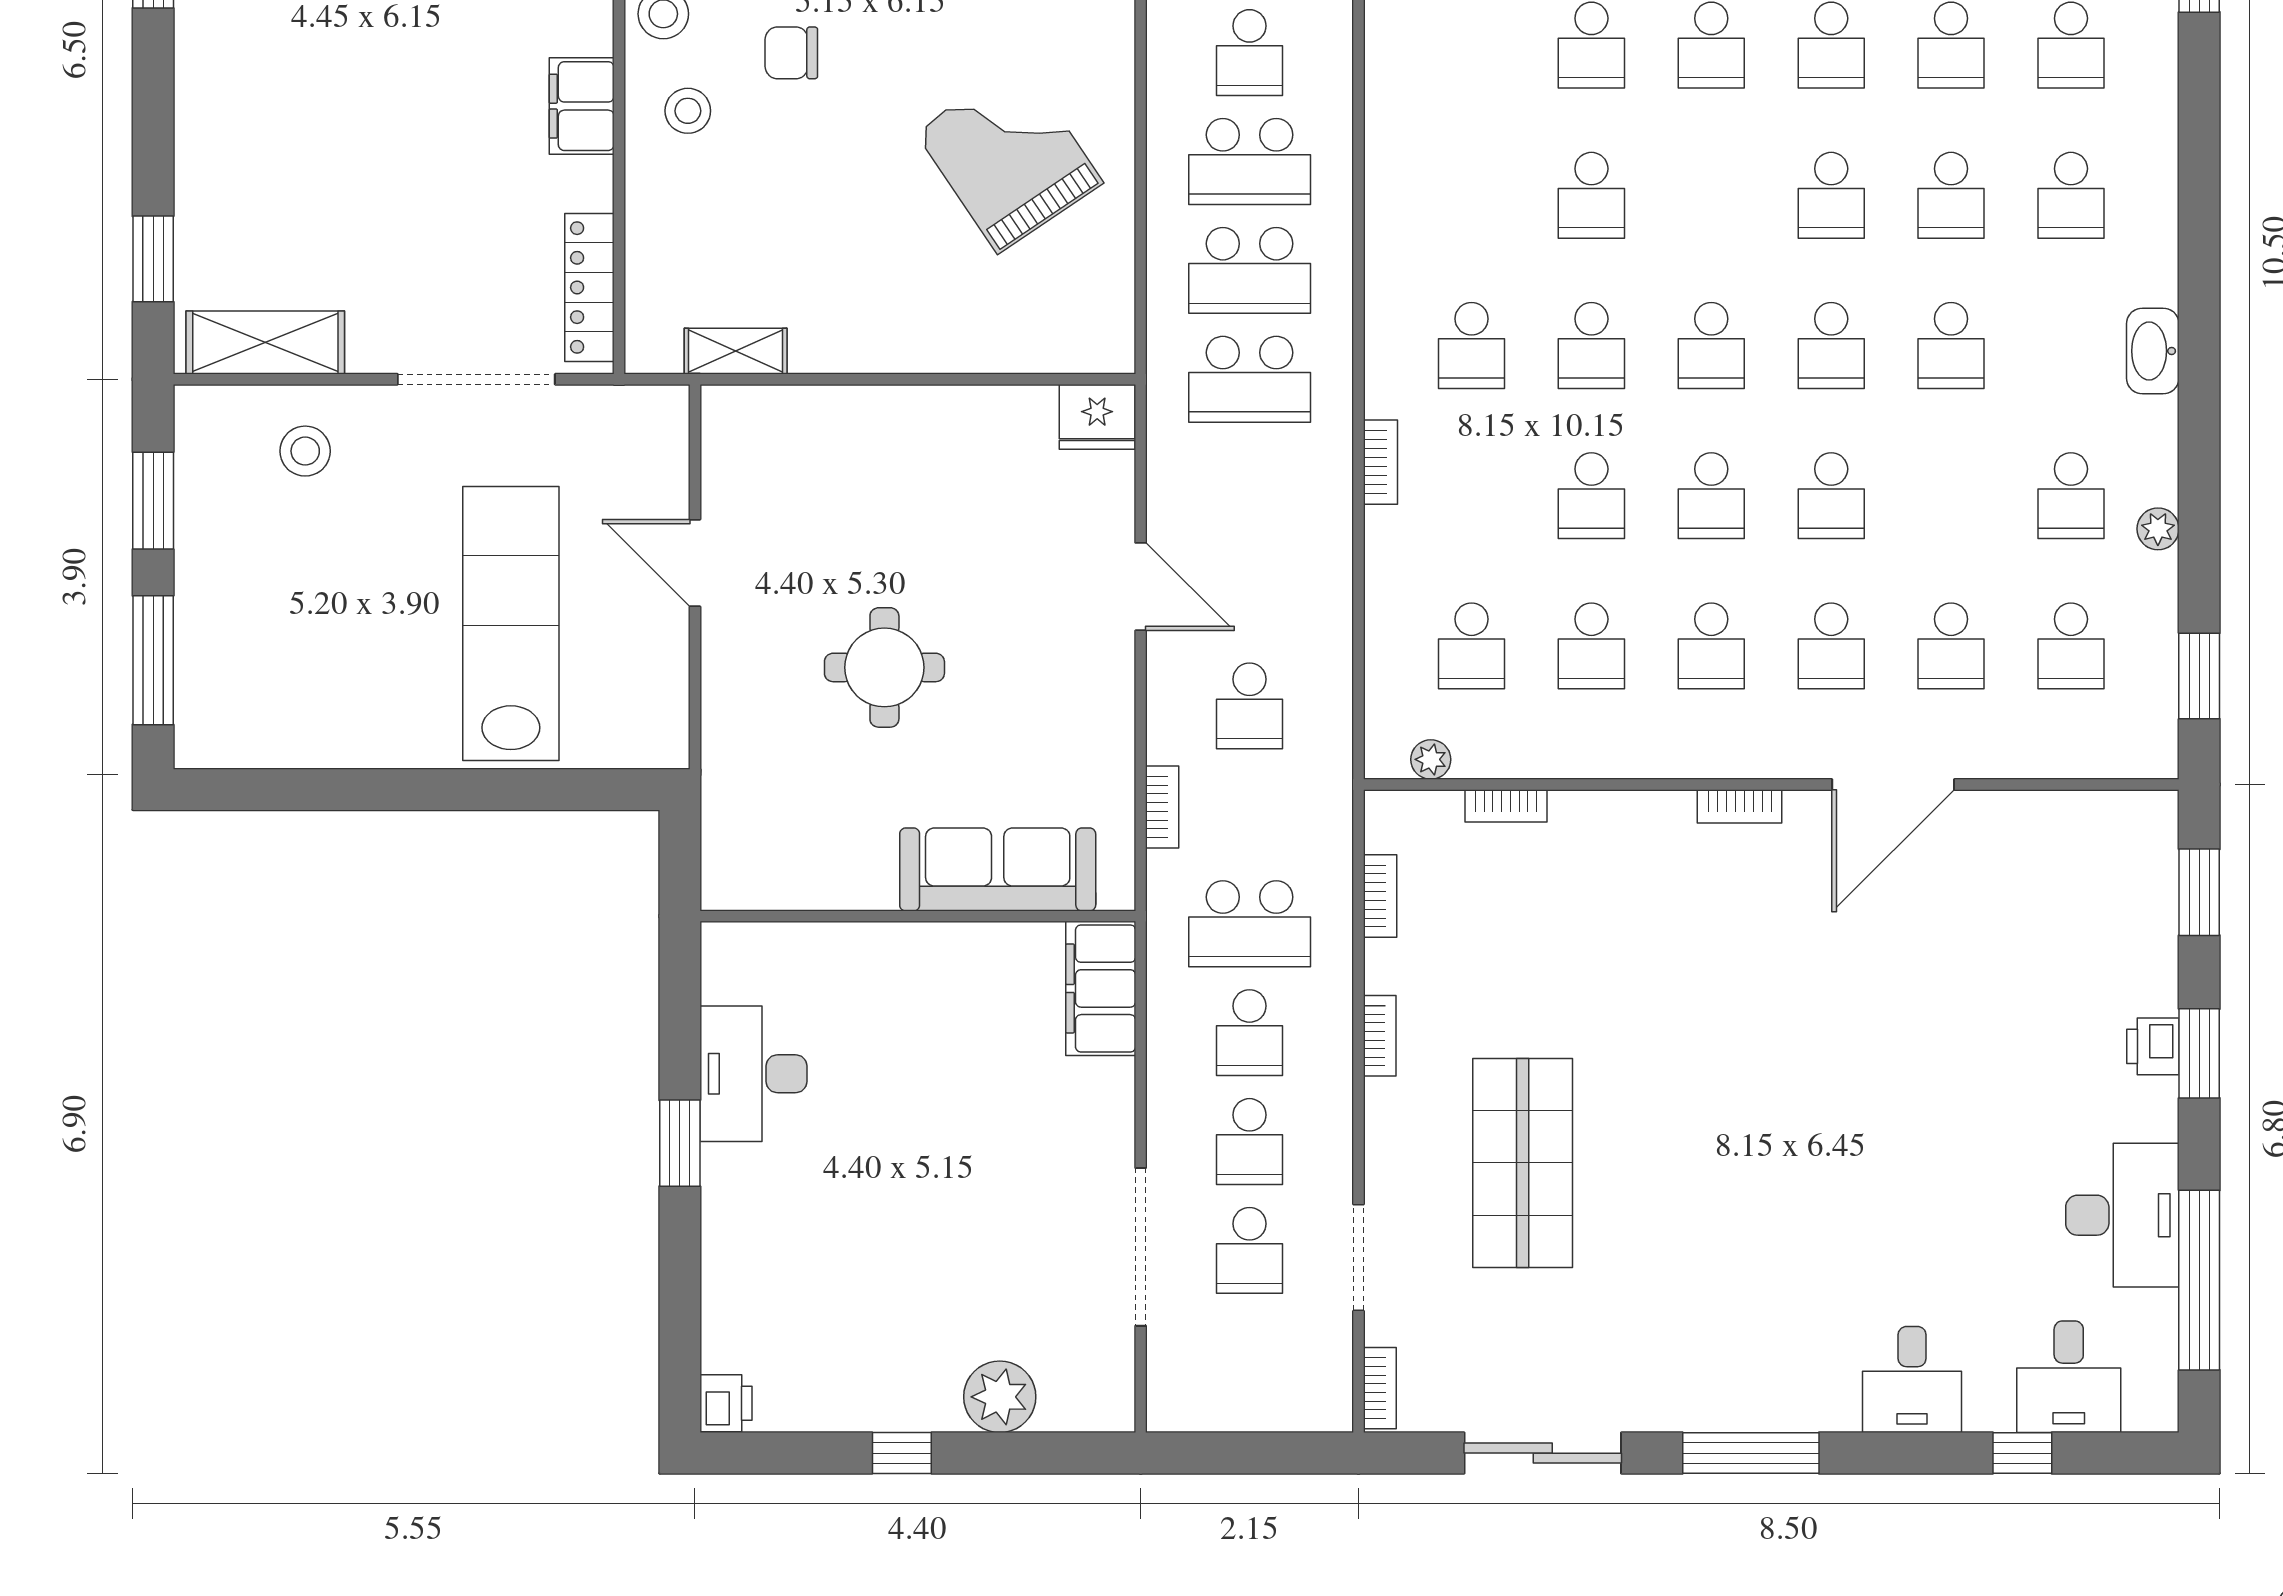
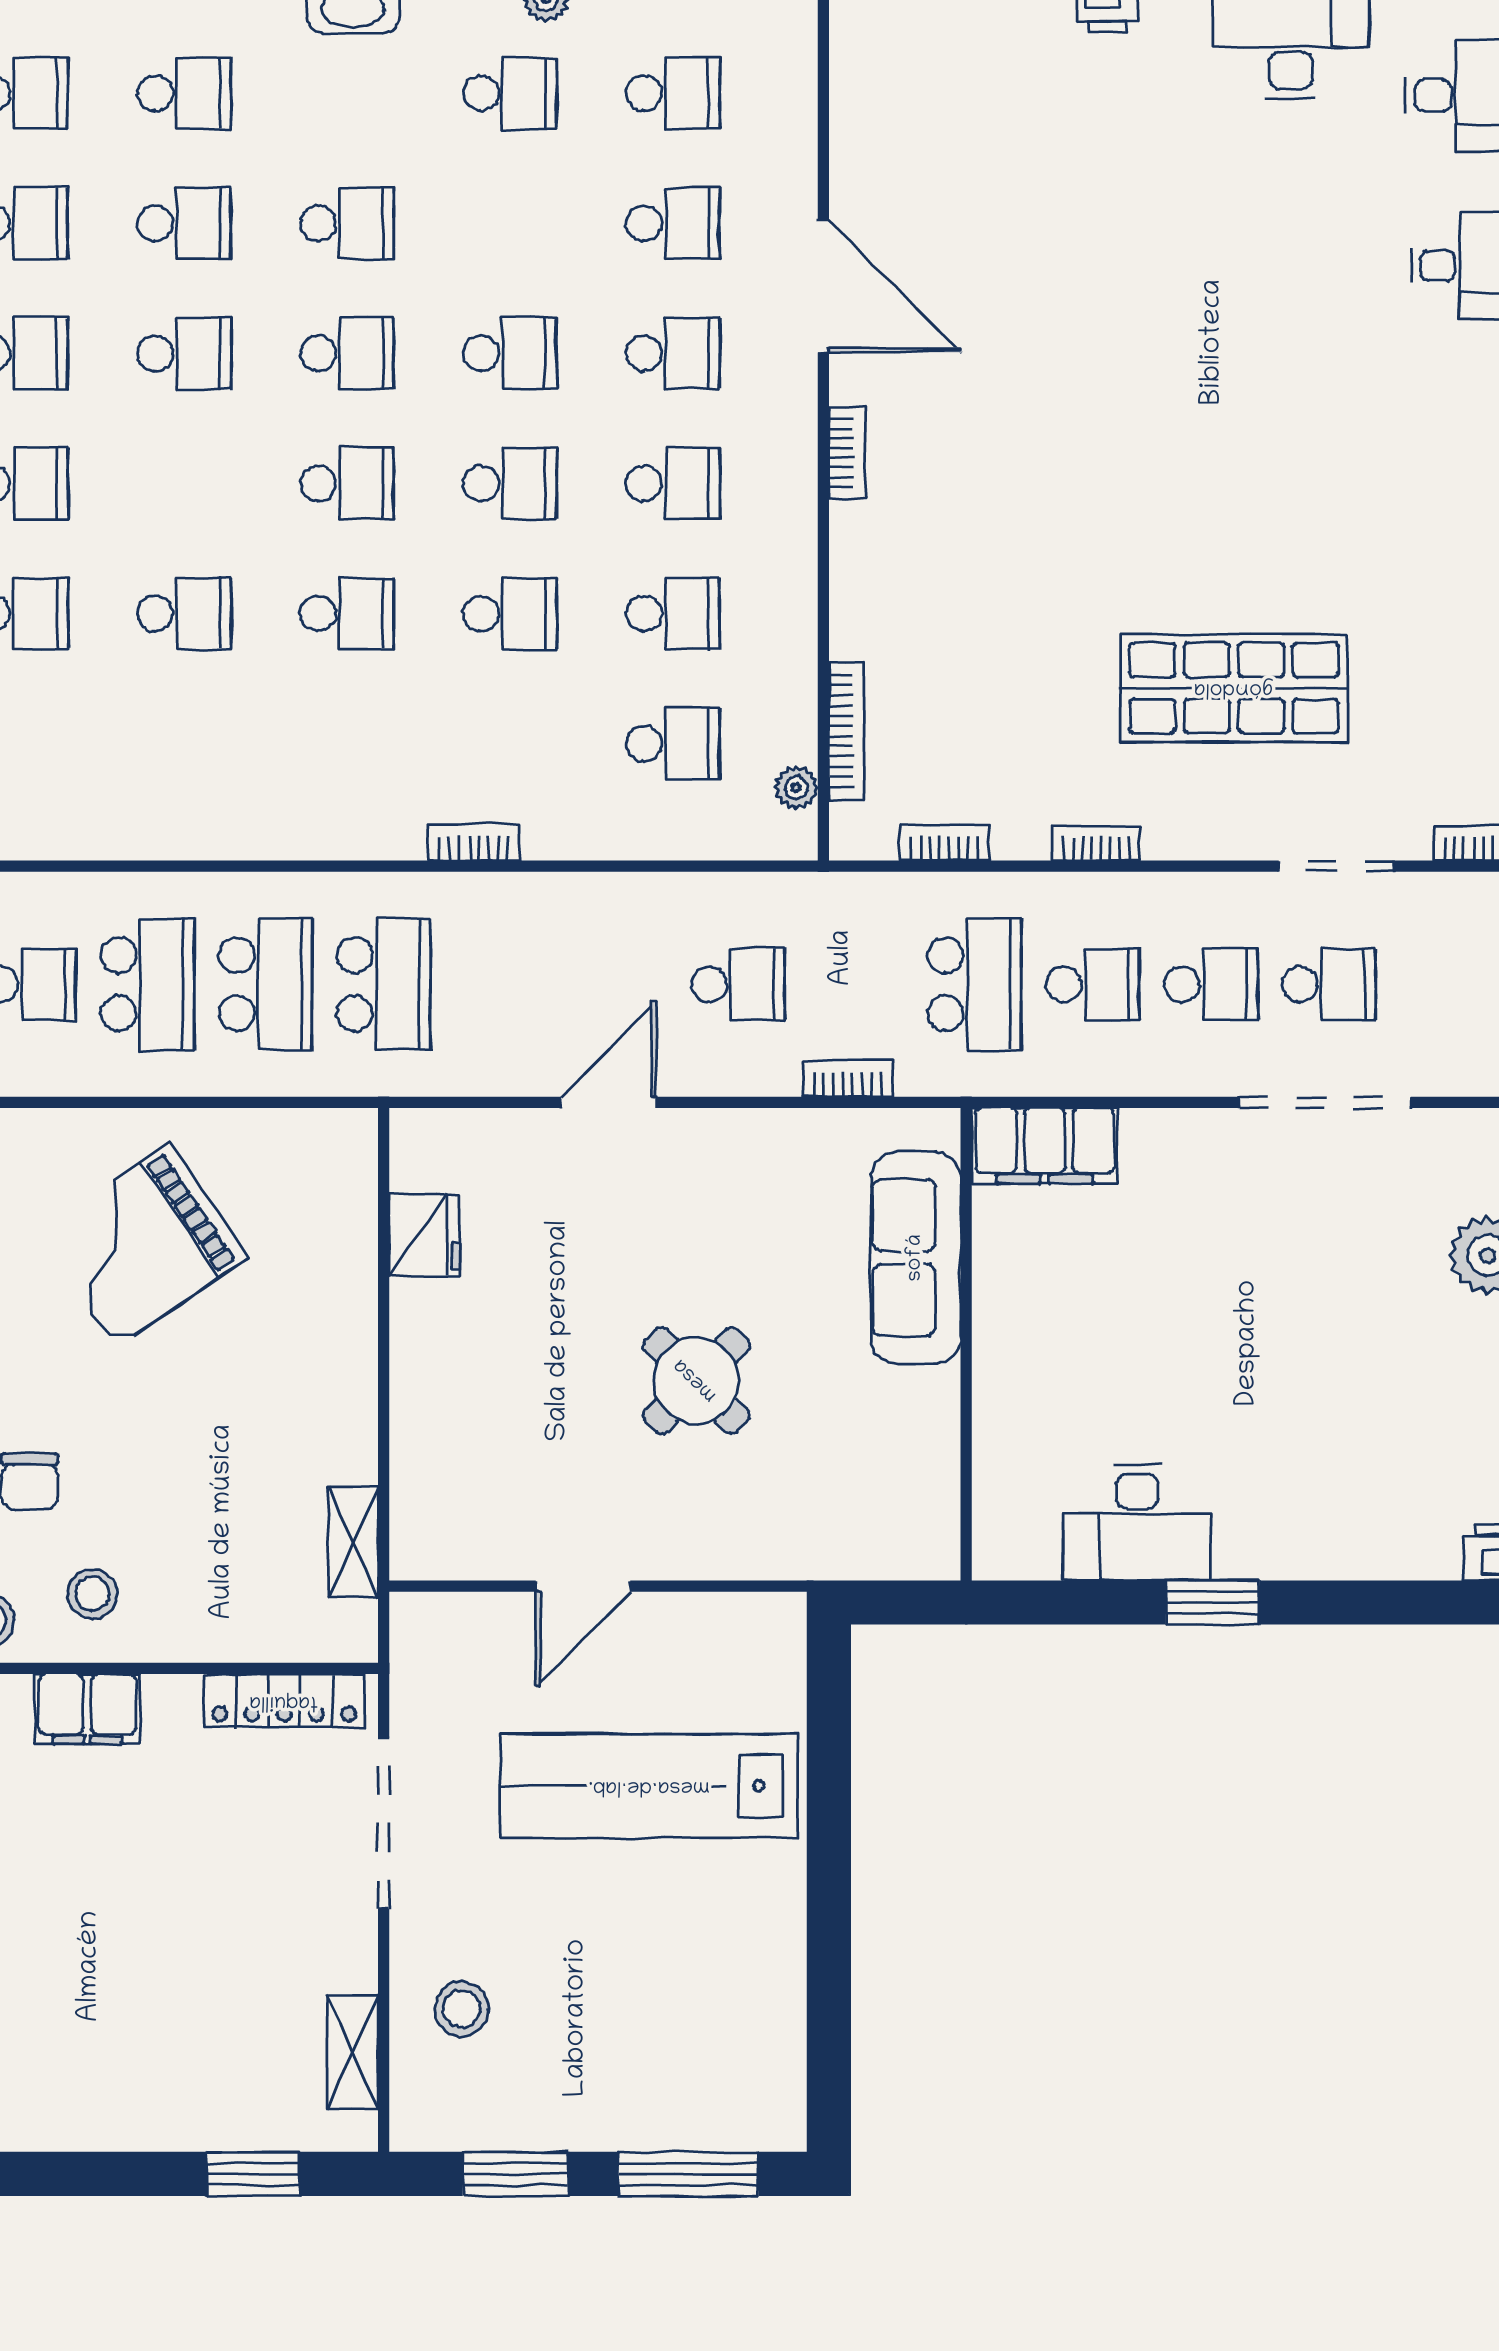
shelving: (265, 343) -> (353, 2052), width x0.67, depth x0.75
school desk: (1472, 345) -> (347, 744), removed
fridge: (1097, 417) -> (425, 1235), moved
round table: (884, 667) -> (696, 1380), turned 45
bookcase: (1506, 806) -> (847, 731), width x1.56

